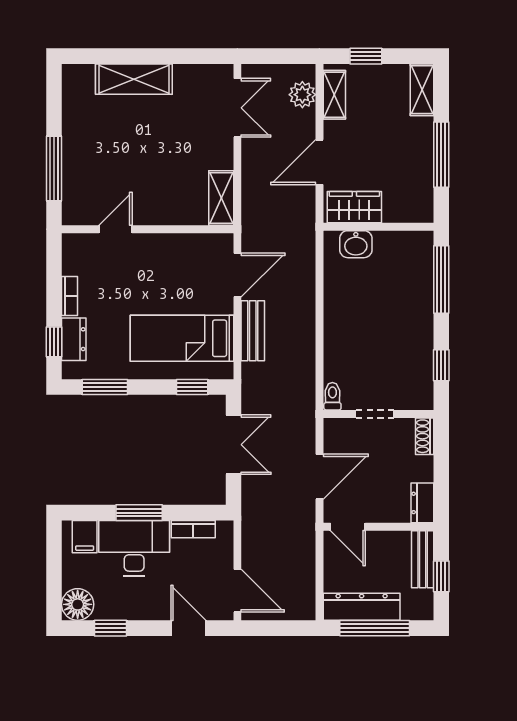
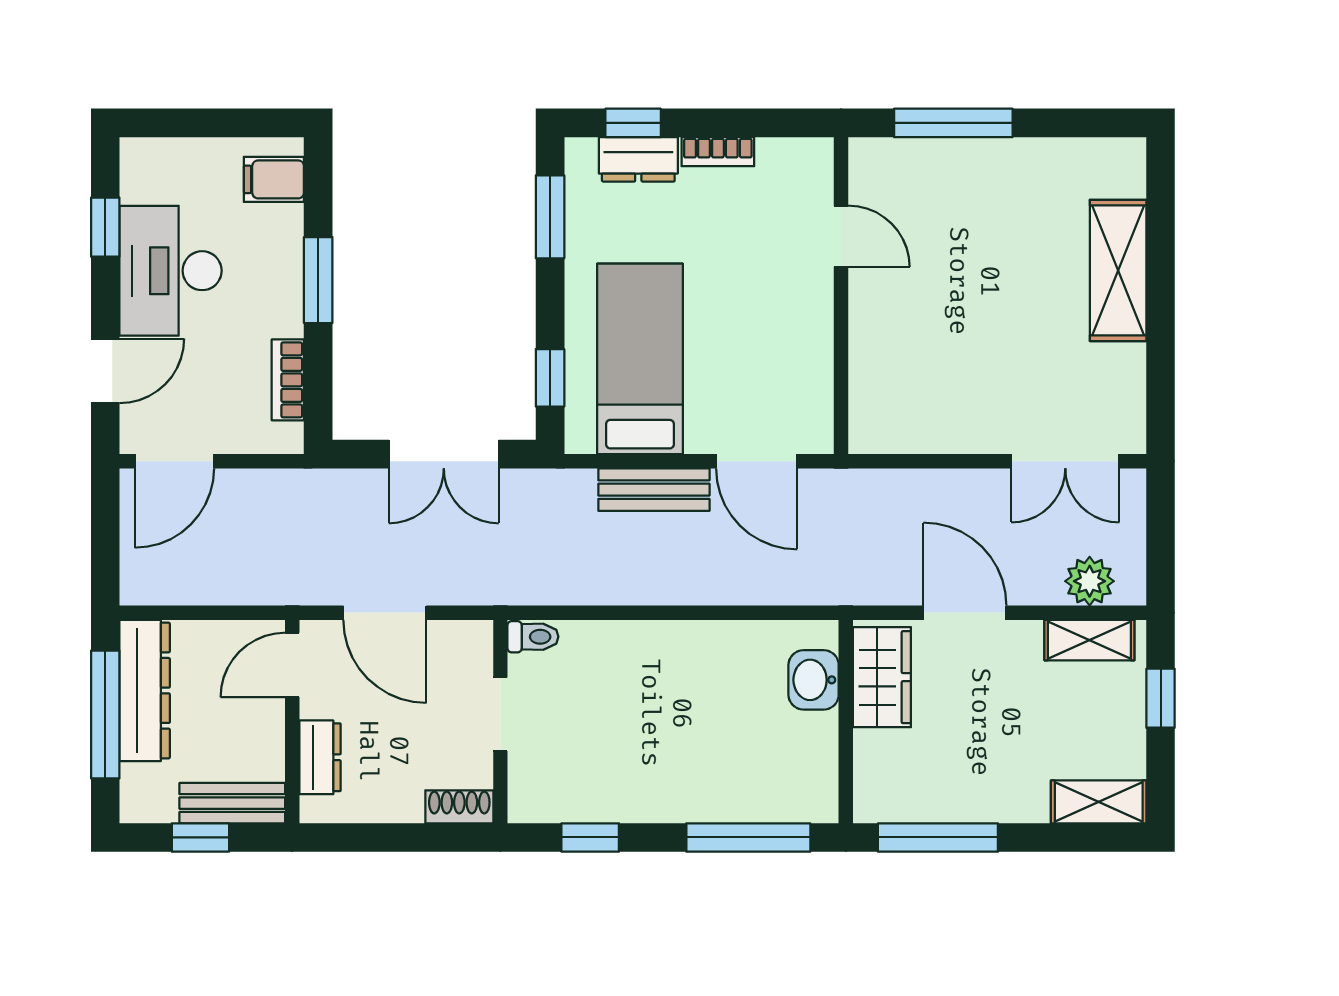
window: (441, 155) -> (938, 837), moved
shelving: (221, 198) -> (899, 431), removed
dresser: (422, 503) -> (320, 757), moved, turned 90
desk: (134, 548) -> (170, 271), moved, turned 180
floor lamp: (78, 604) -> (149, 166), removed

